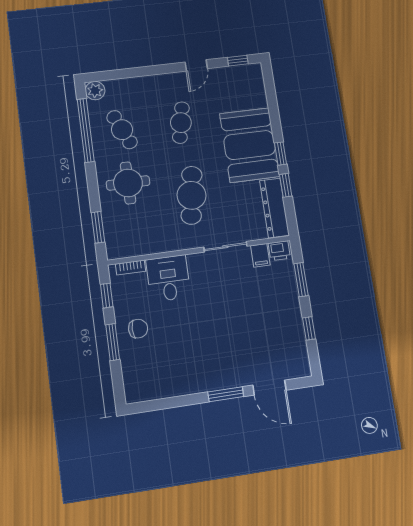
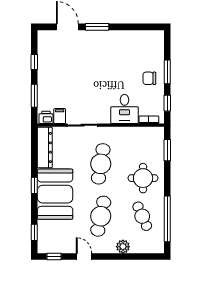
door: (196, 65) -> (84, 257), hinge flipped
plant: (95, 91) -> (123, 247), moved
cafe table: (181, 123) -> (101, 216), width x1.37, depth x1.35
window: (286, 185) -> (34, 232), moved

